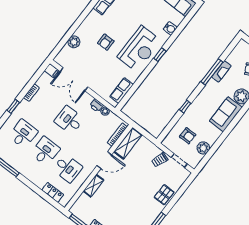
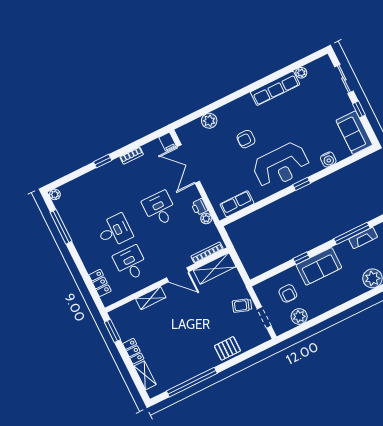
sofa: (226, 114) -> (319, 266), moved, turned 180
desk: (23, 134) -> (99, 199), removed
desk: (68, 168) -> (131, 263), turned 180

